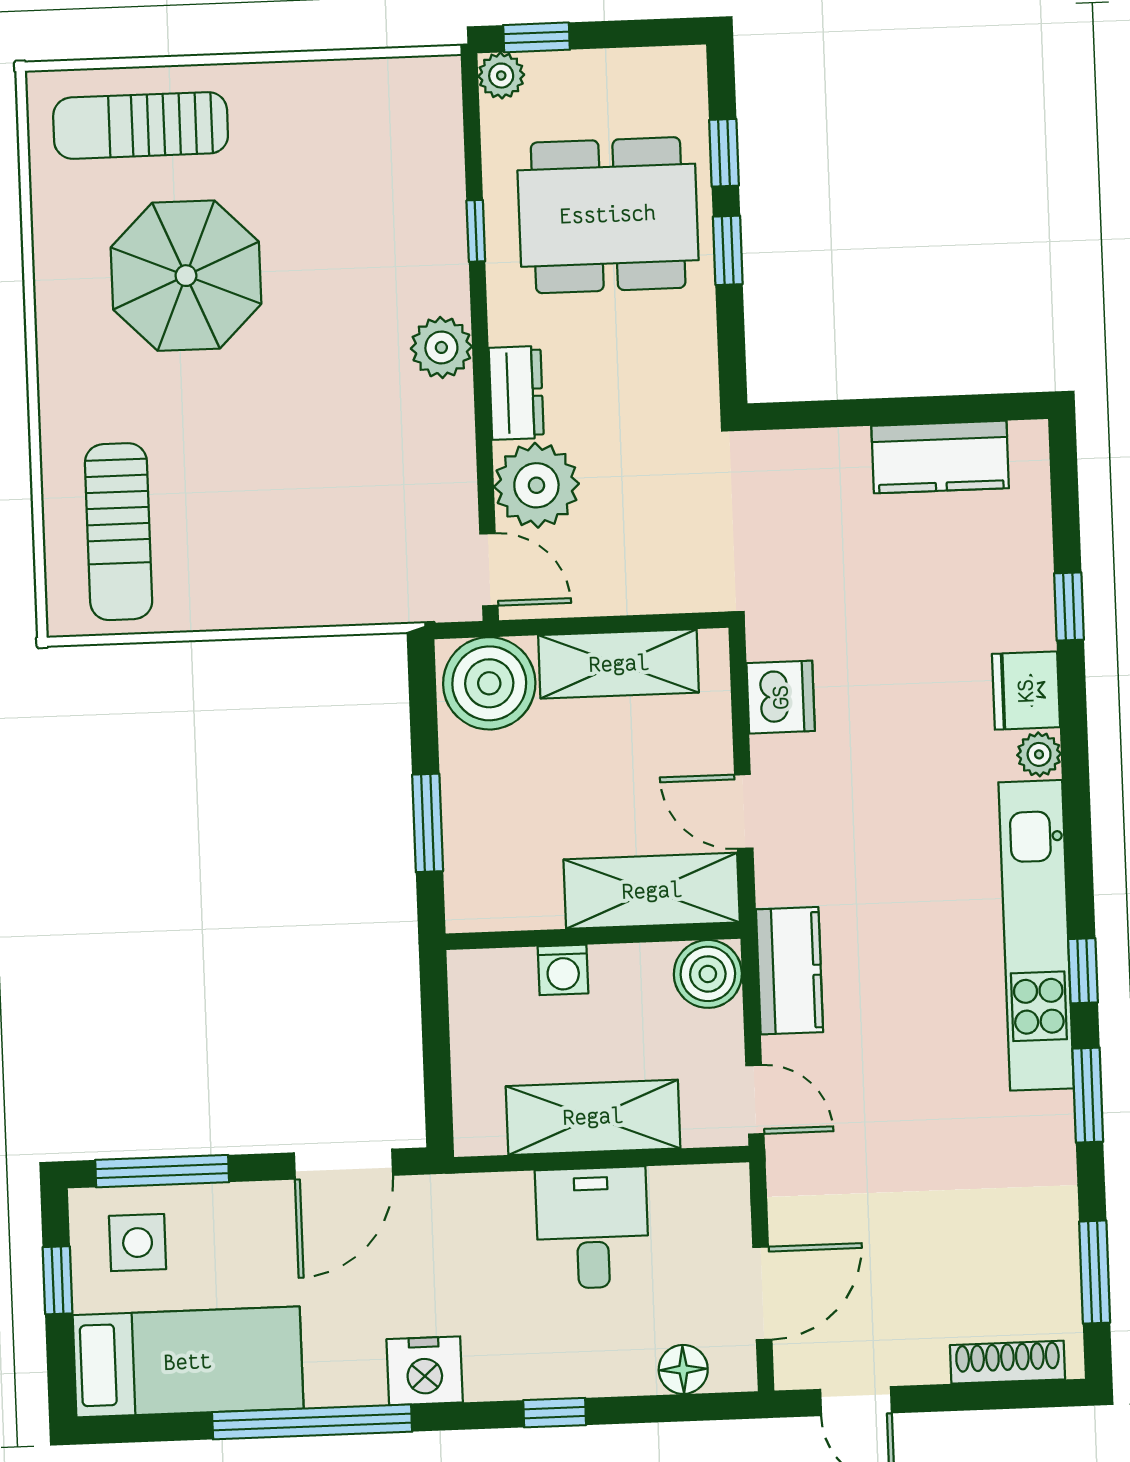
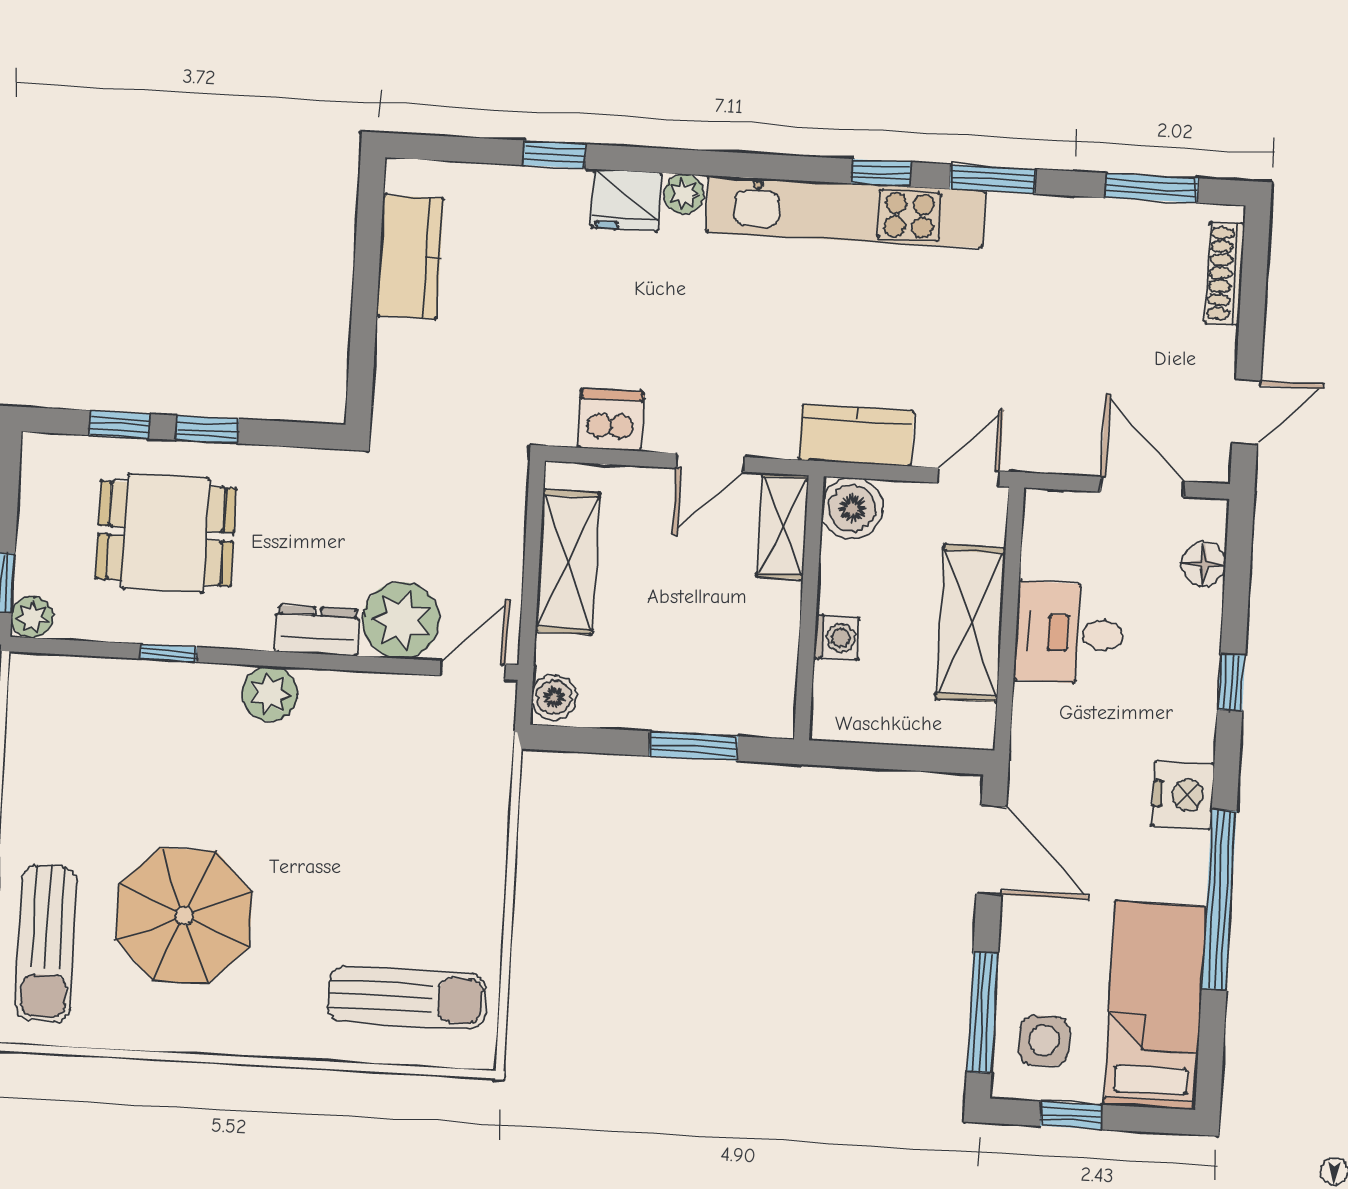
dining table: (608, 215) -> (166, 533), width x0.73
boiler: (489, 683) -> (554, 697), width x0.54, depth x0.54
shelving: (652, 891) -> (783, 526), width x0.67, depth x0.75

